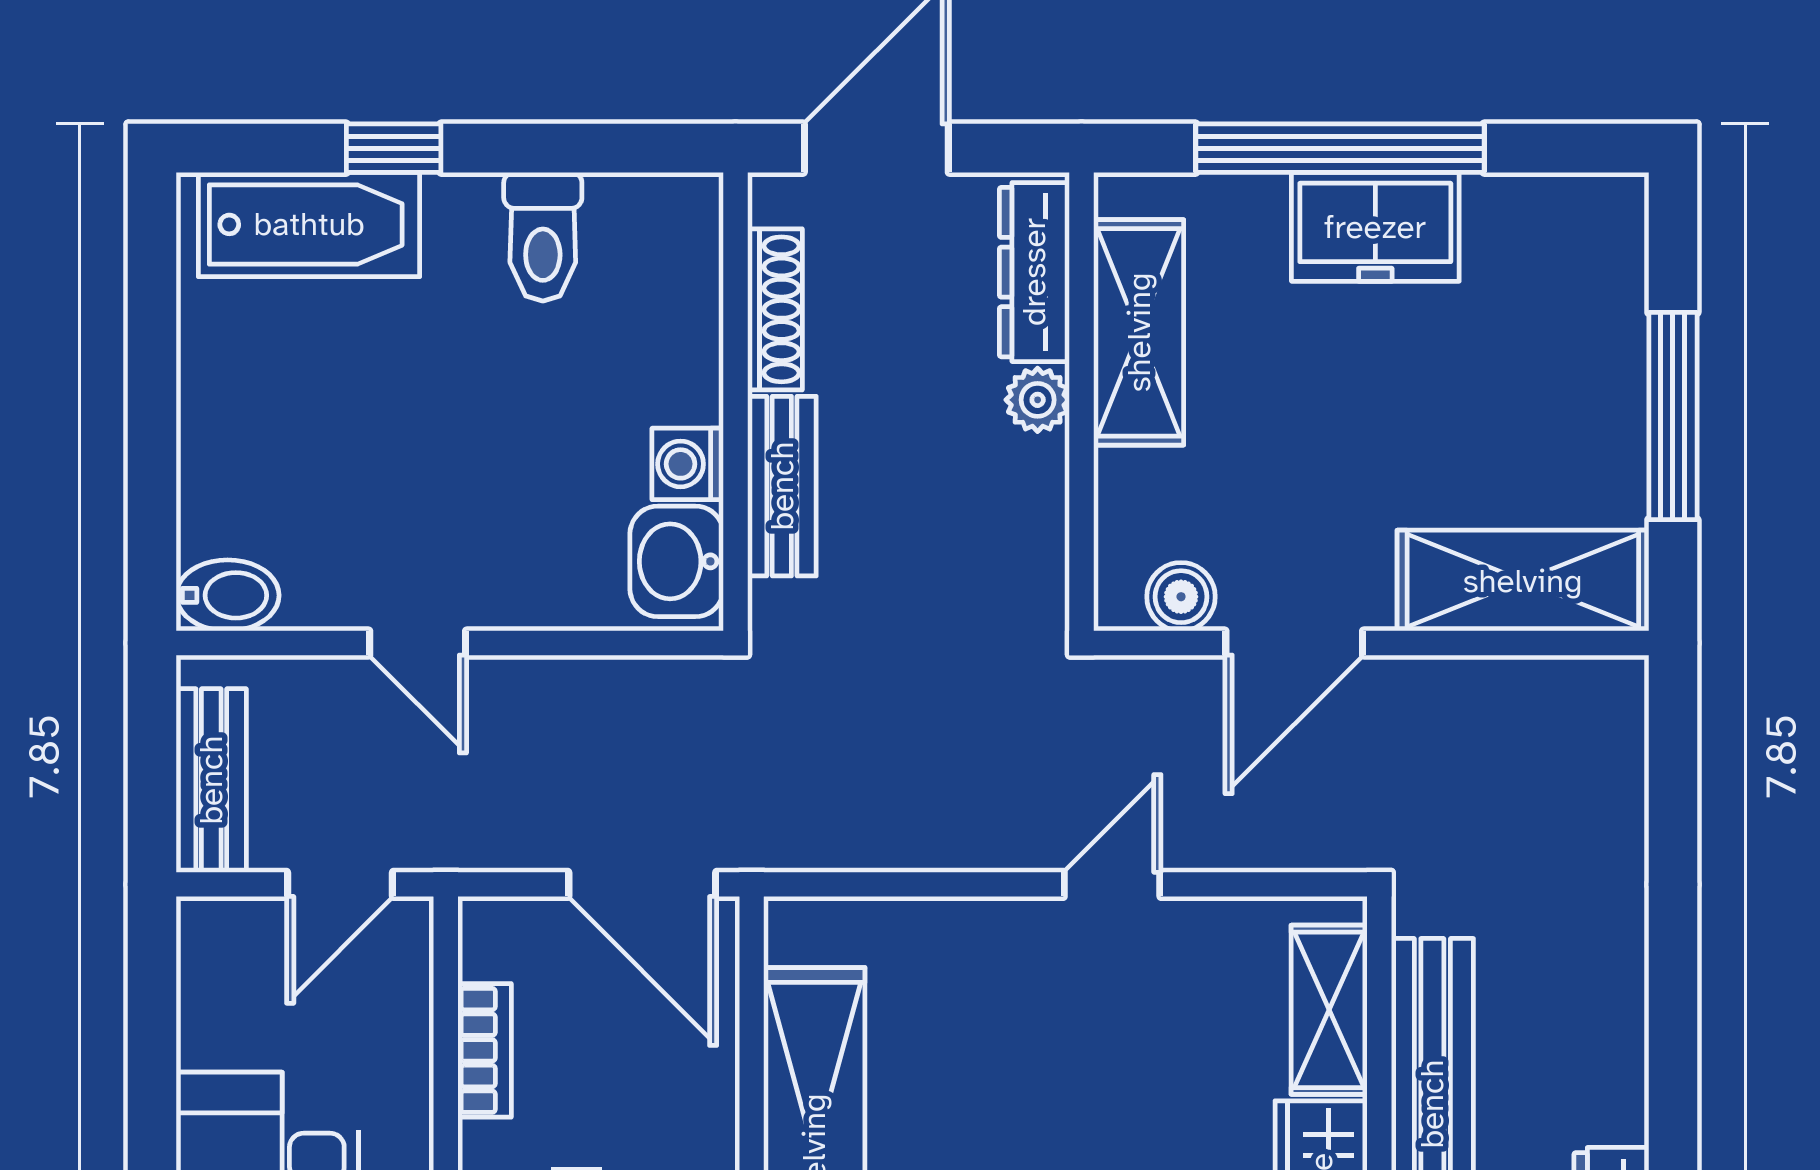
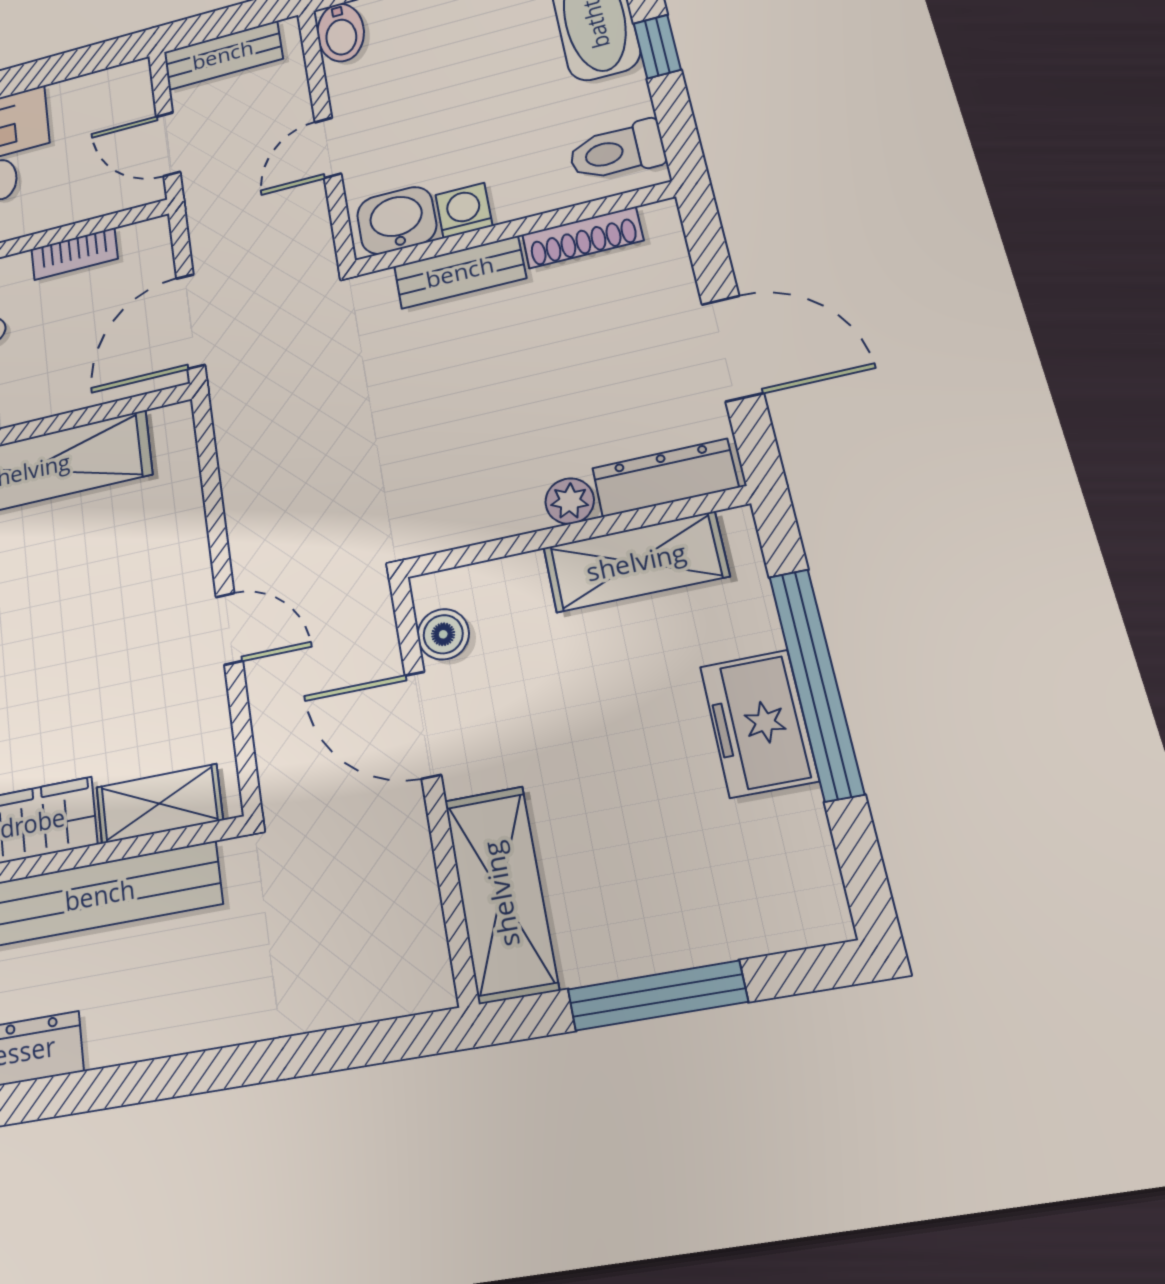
shoe rack: (775, 309) -> (582, 238), moved
wall: (735, 402) -> (513, 229), moved
washing machine: (688, 464) -> (464, 210), moved
bench: (782, 486) -> (460, 272), moved
washbasin: (677, 561) -> (397, 220), moved

